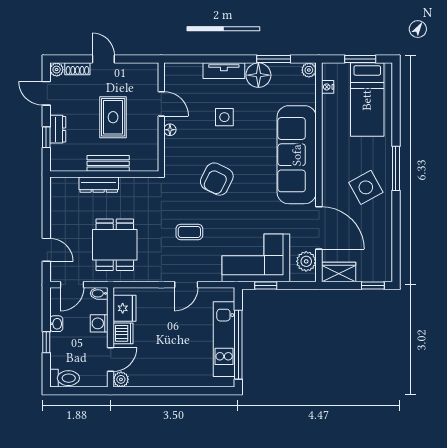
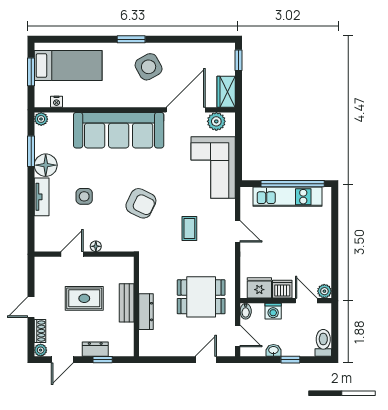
window: (396, 168) -> (131, 39), width x0.69
window: (266, 286) -> (239, 158), removed

